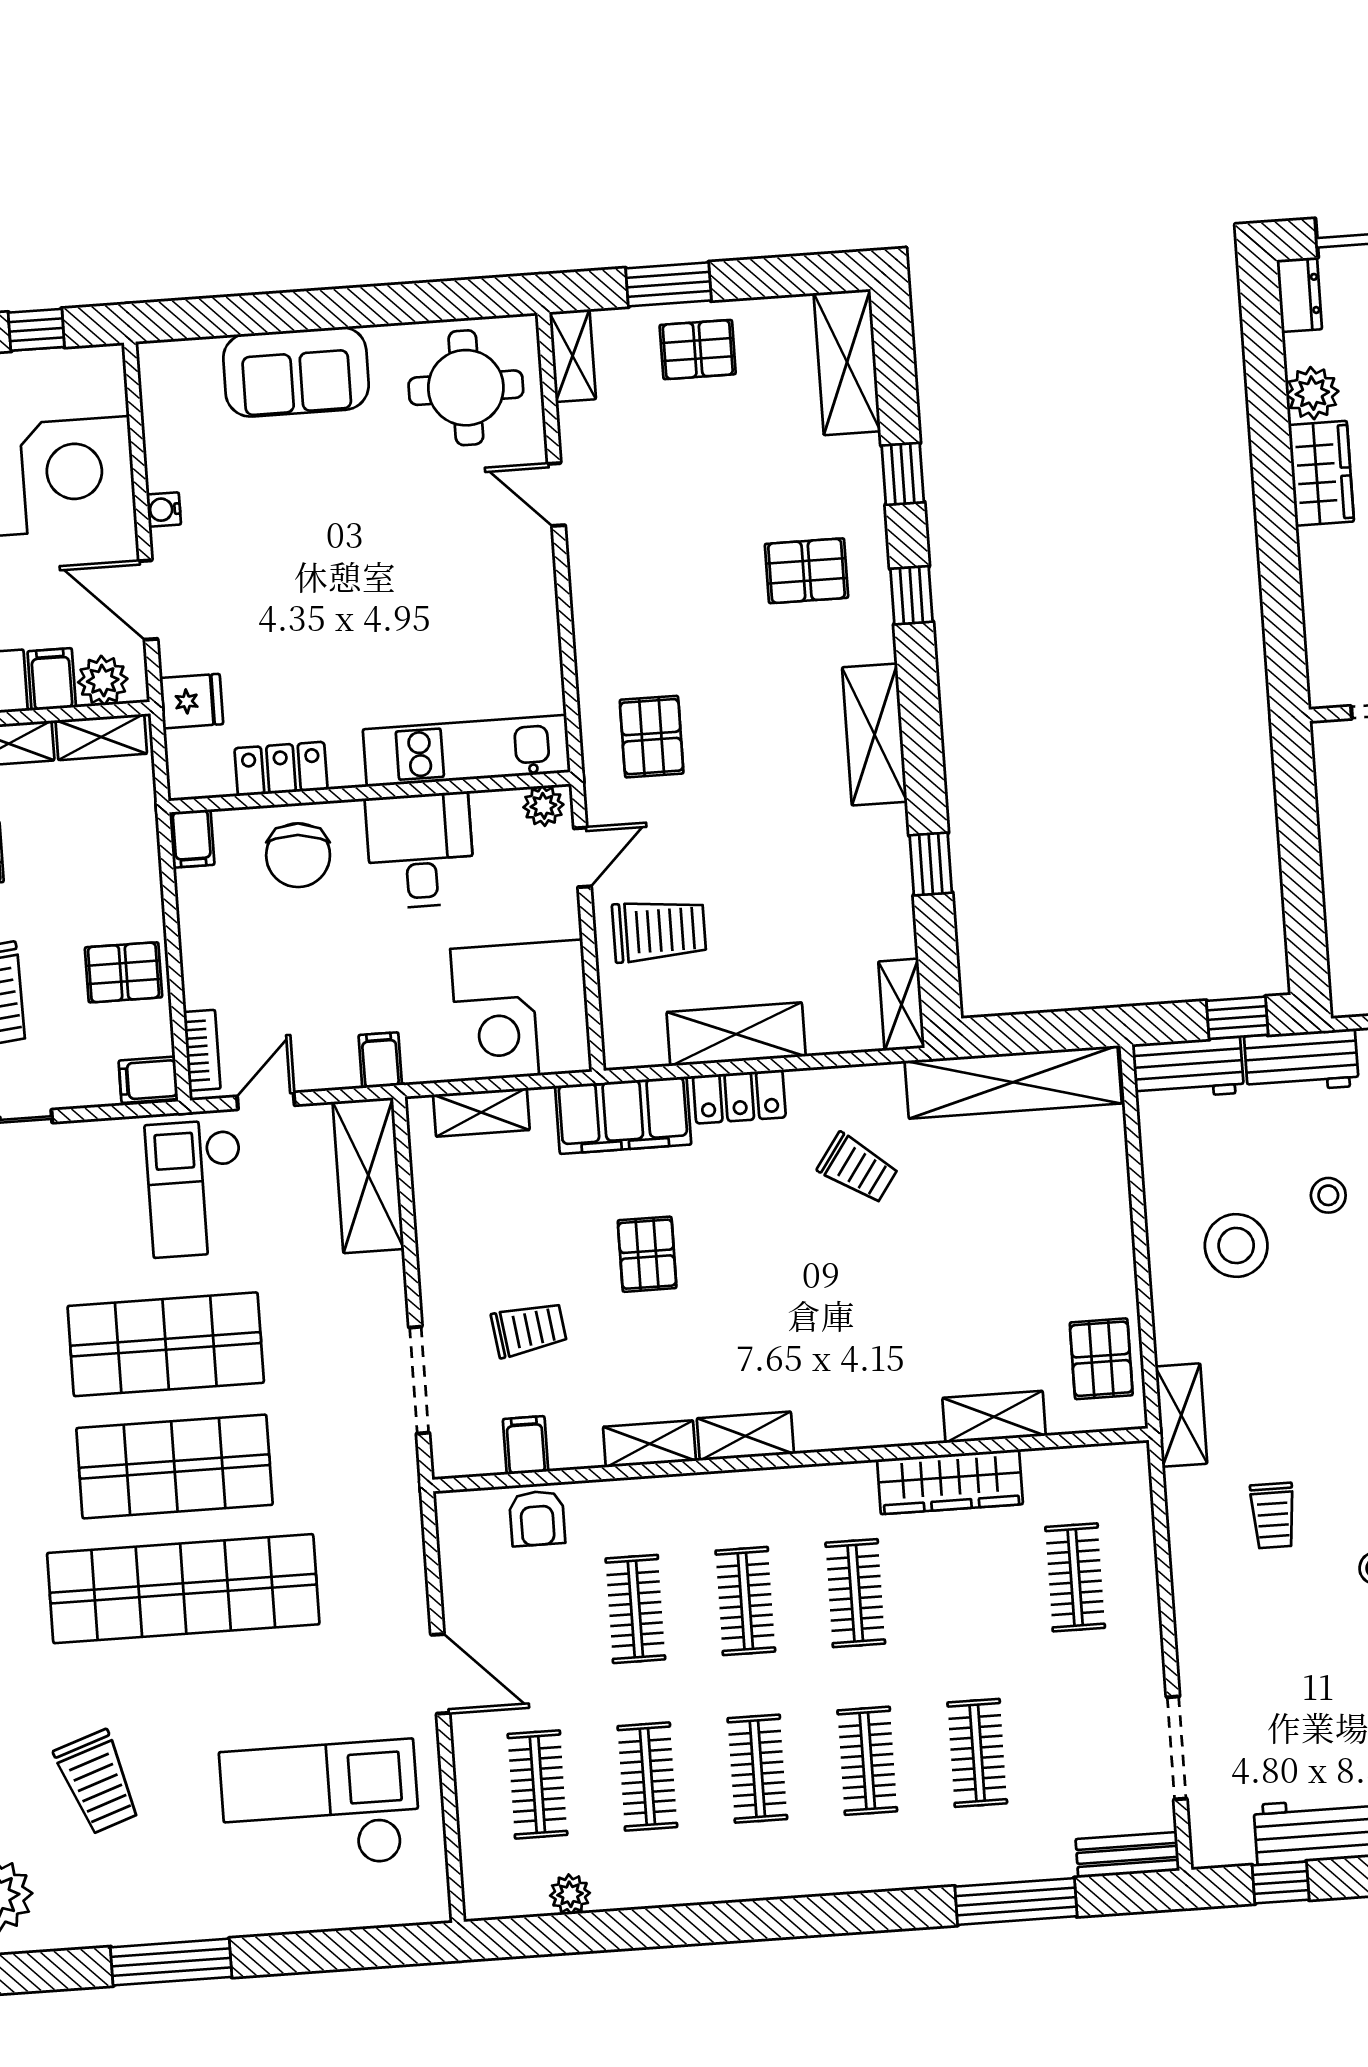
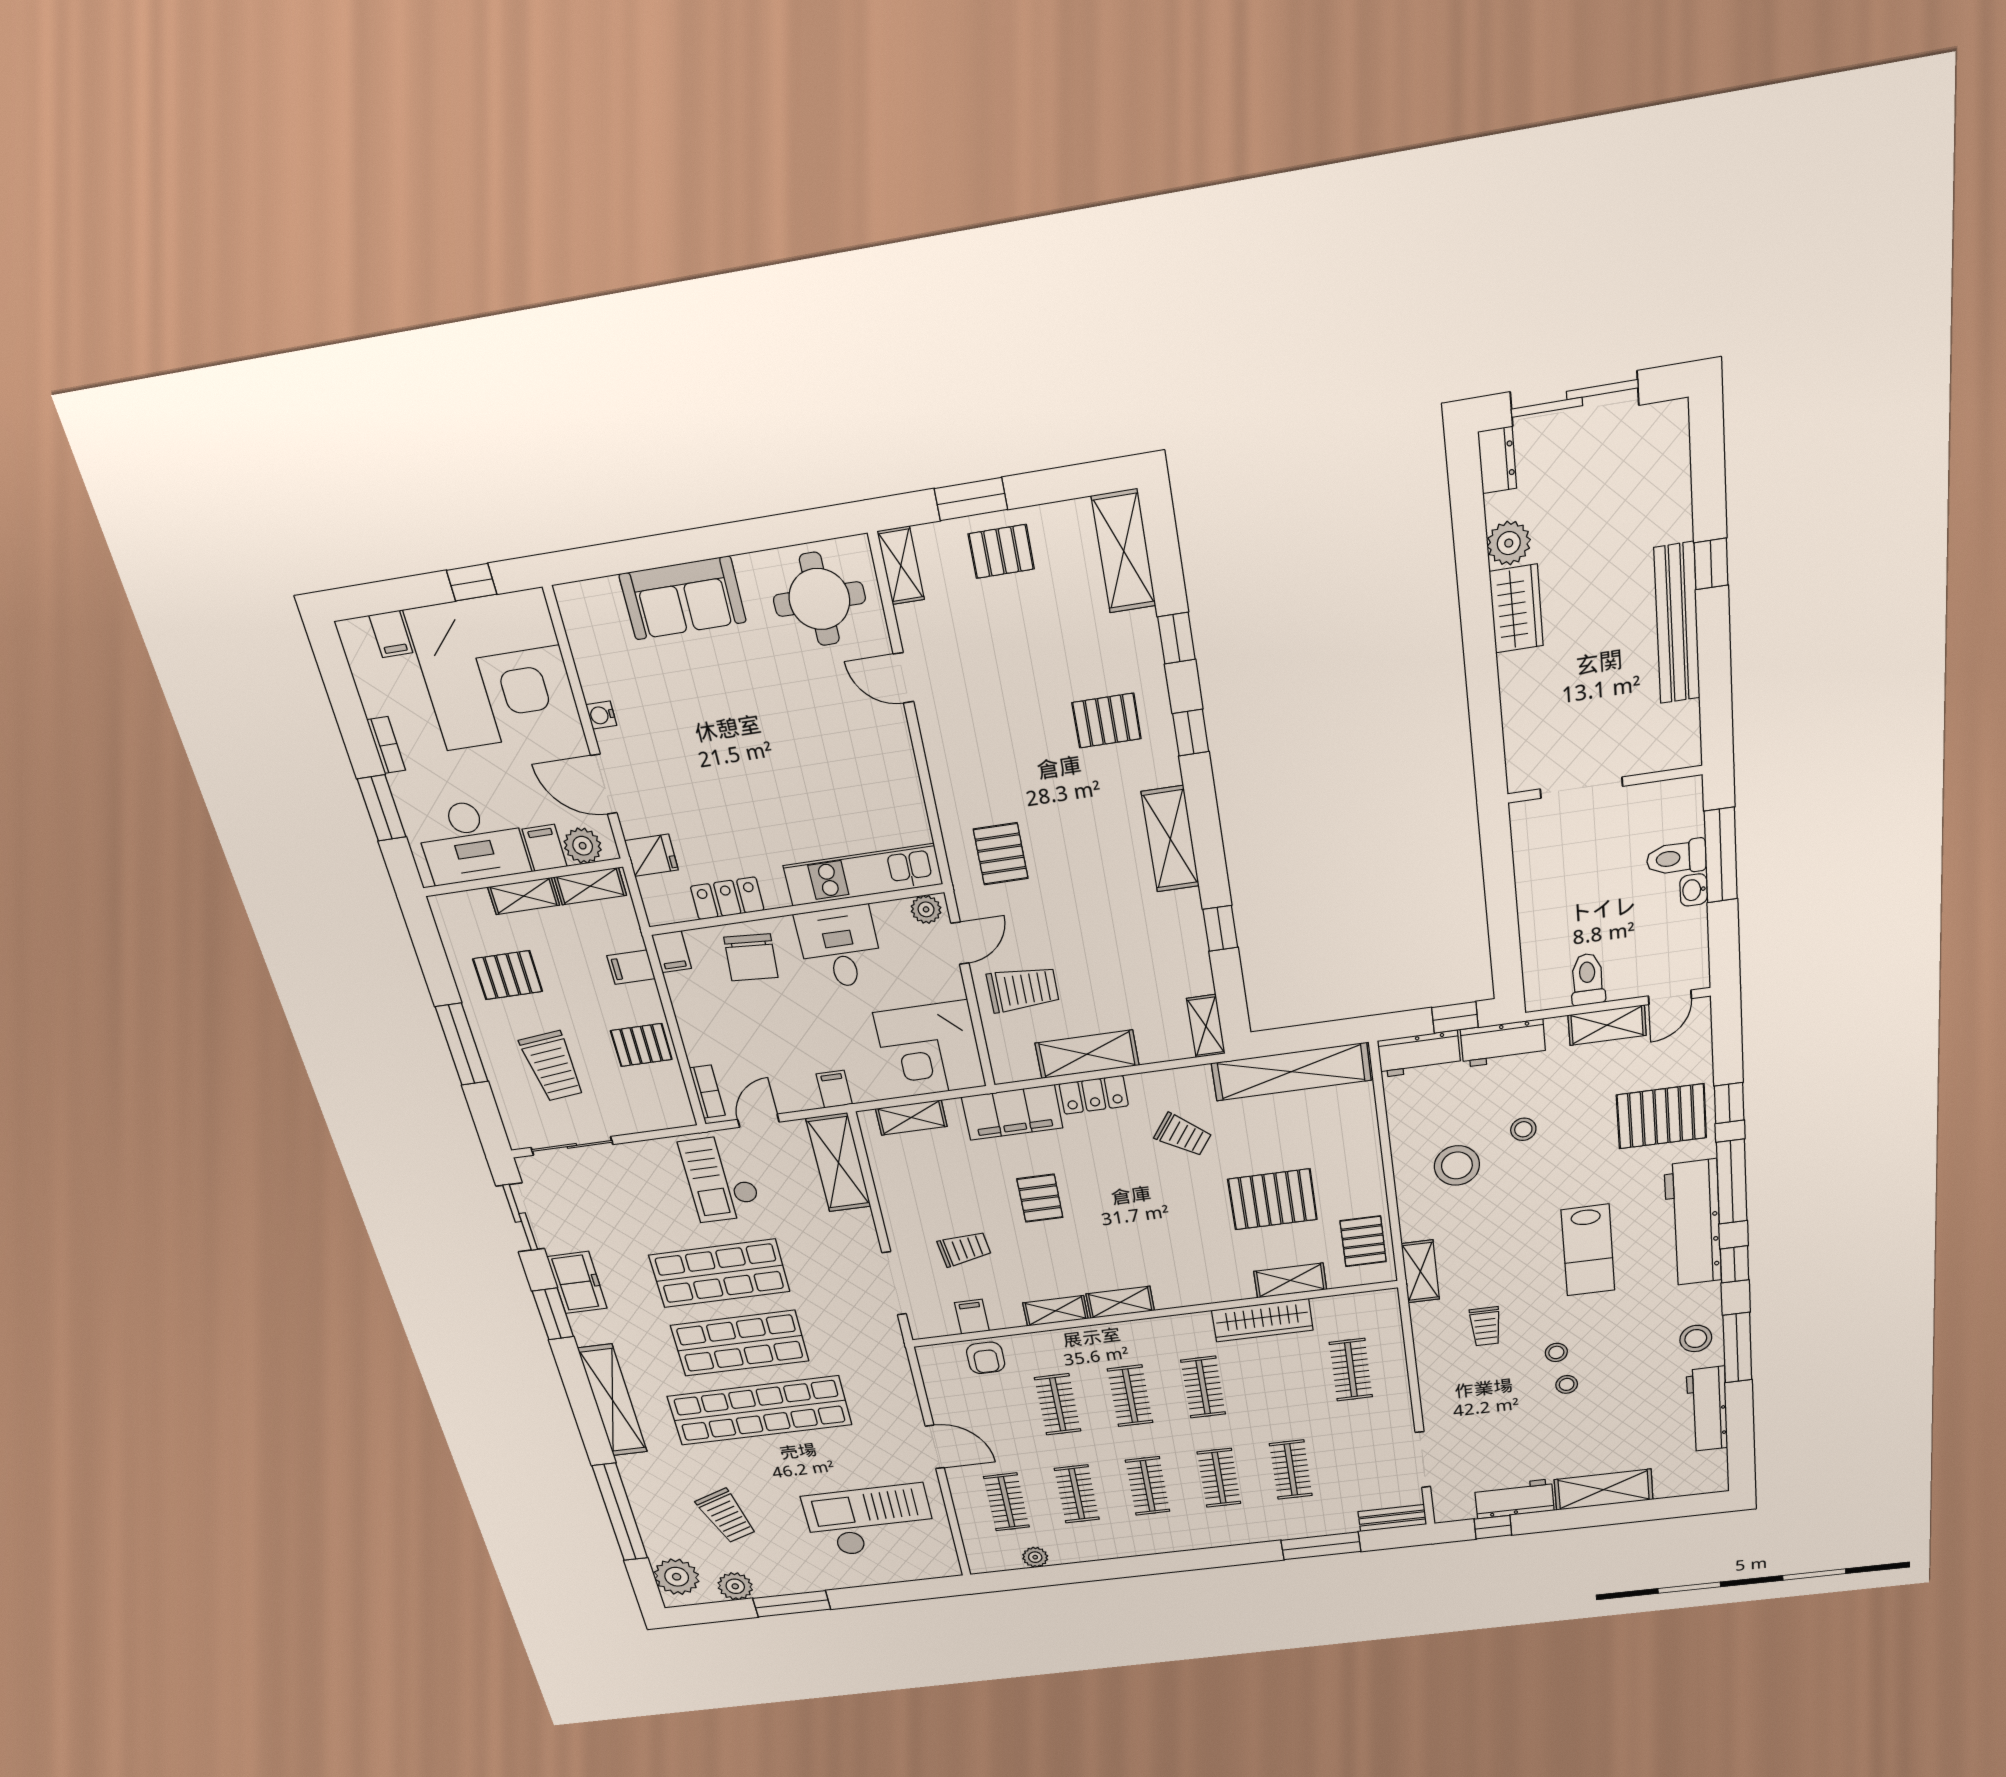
filing cabinet: (148, 1080) -> (631, 967), moved
pallet: (976, 1281) -> (1273, 1199), added
plant: (87, 1921) -> (735, 1586), added

